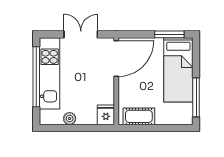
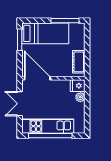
plant: (70, 119) -> (80, 97), moved

